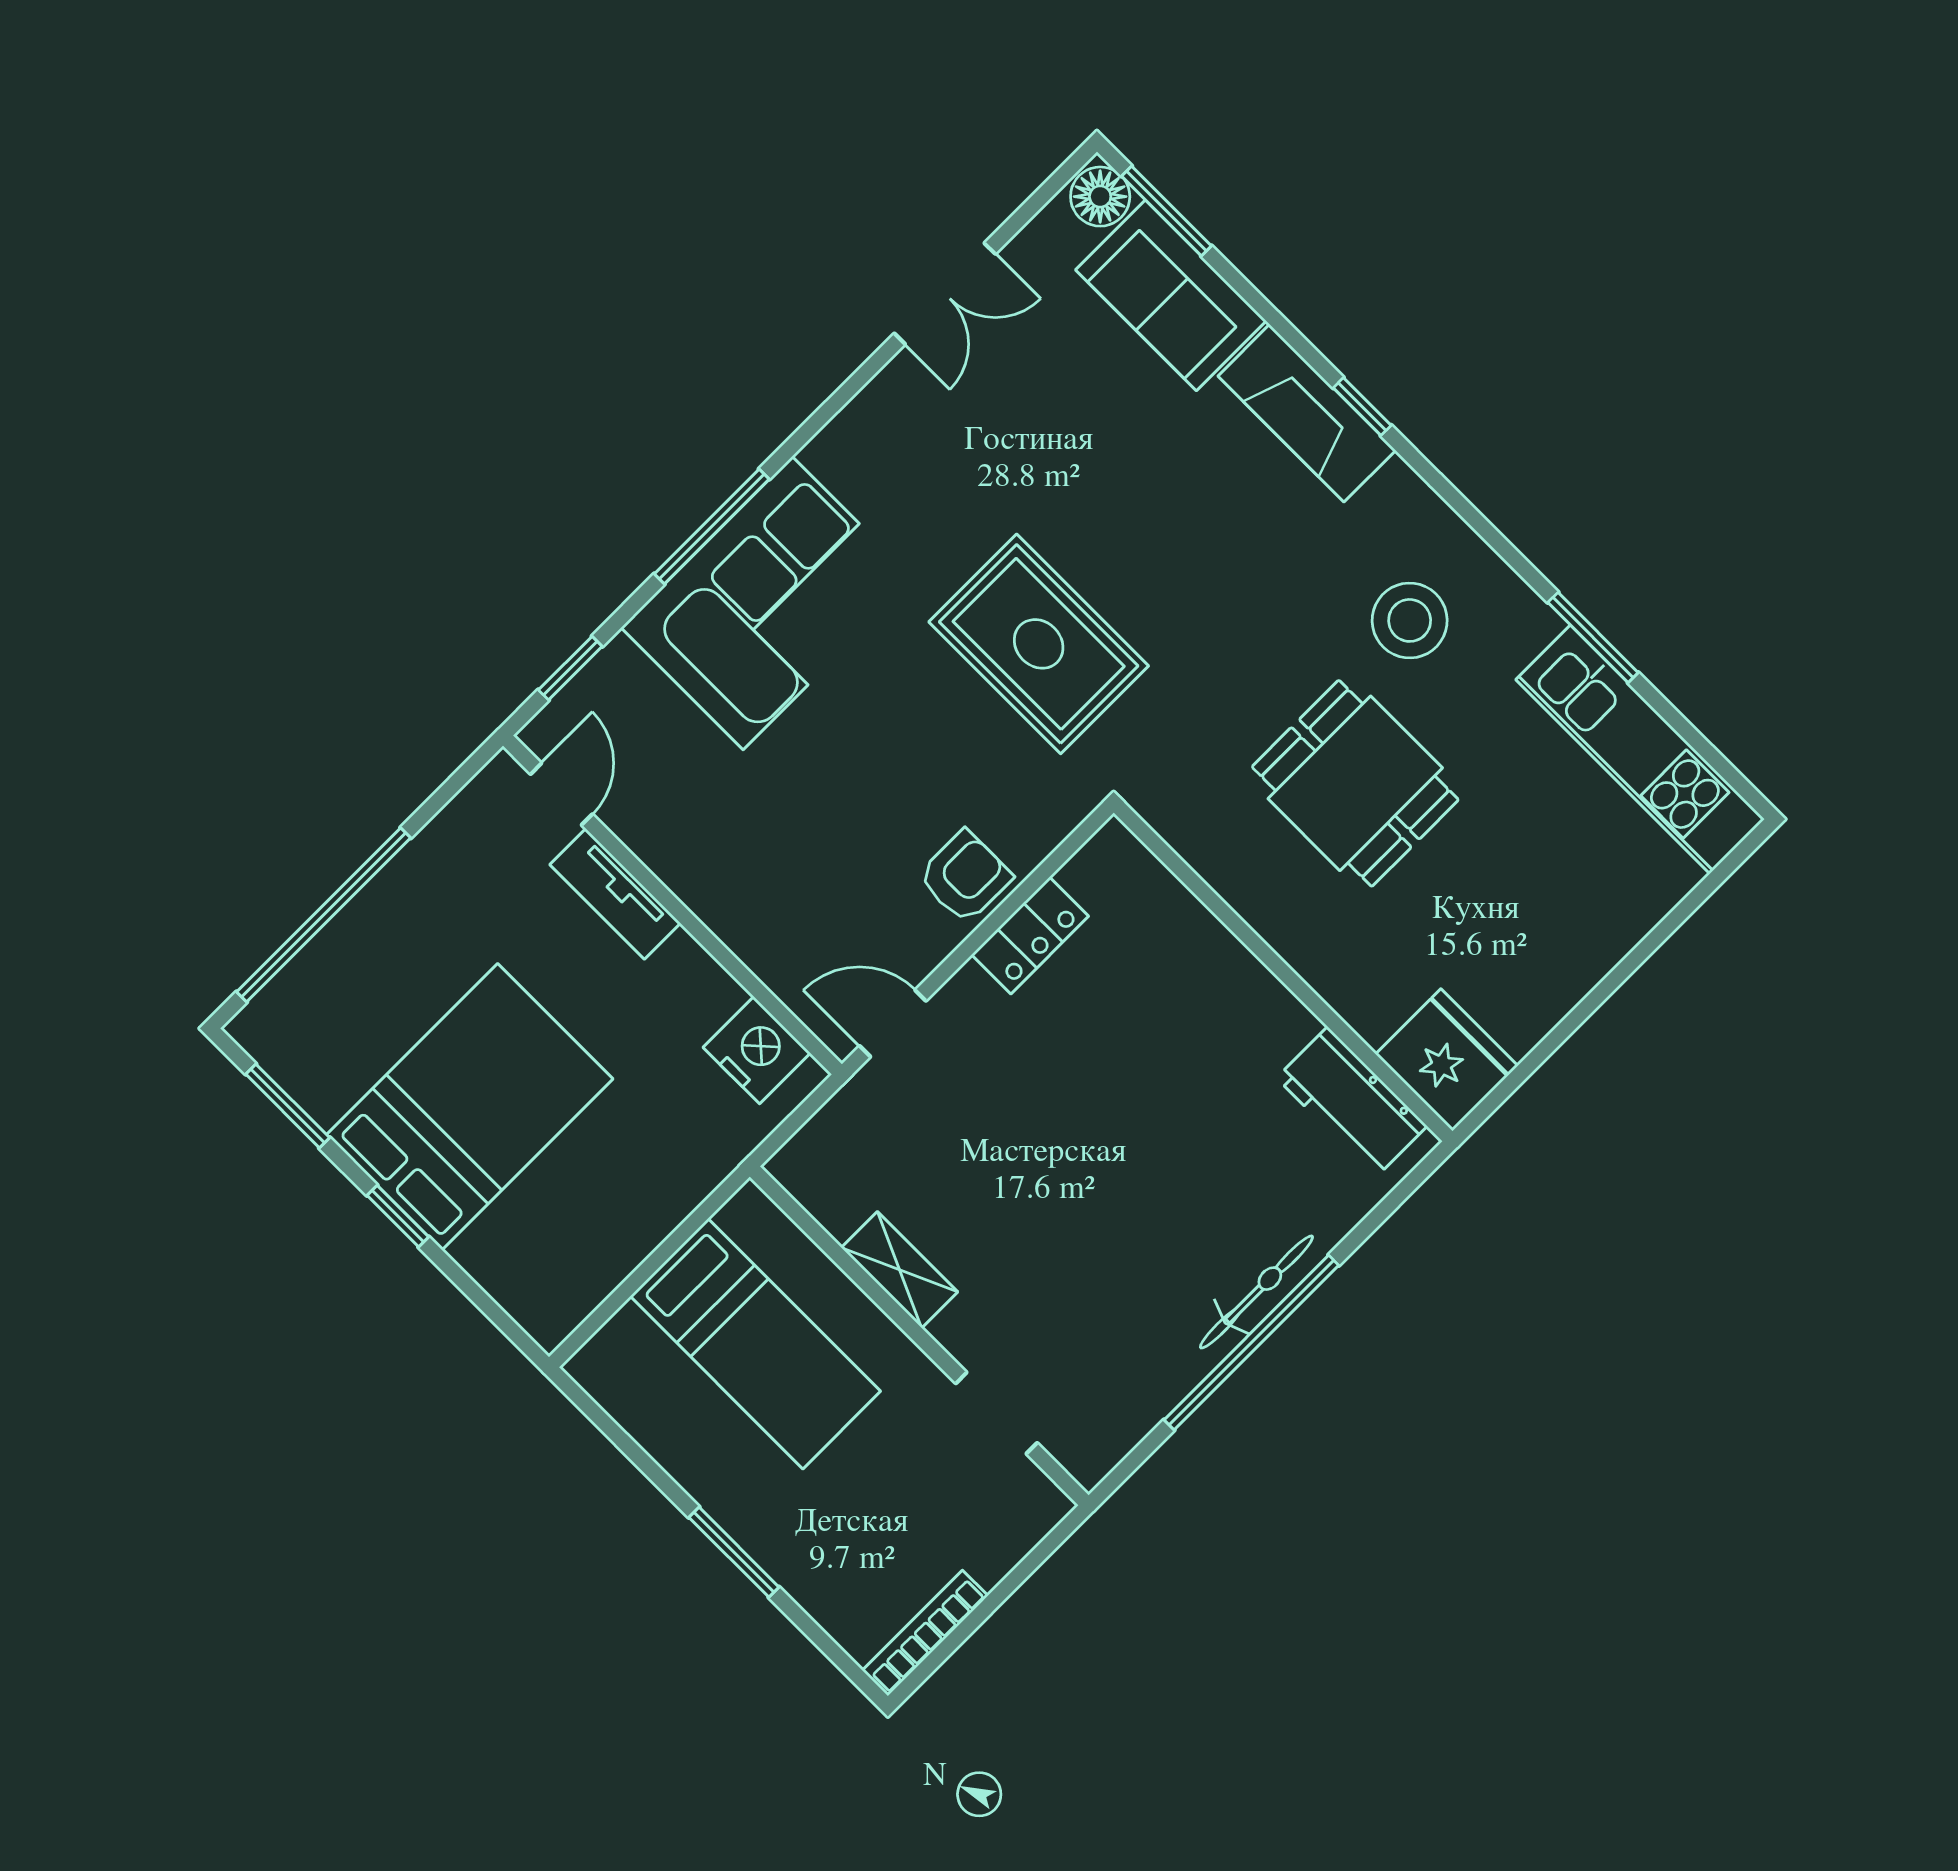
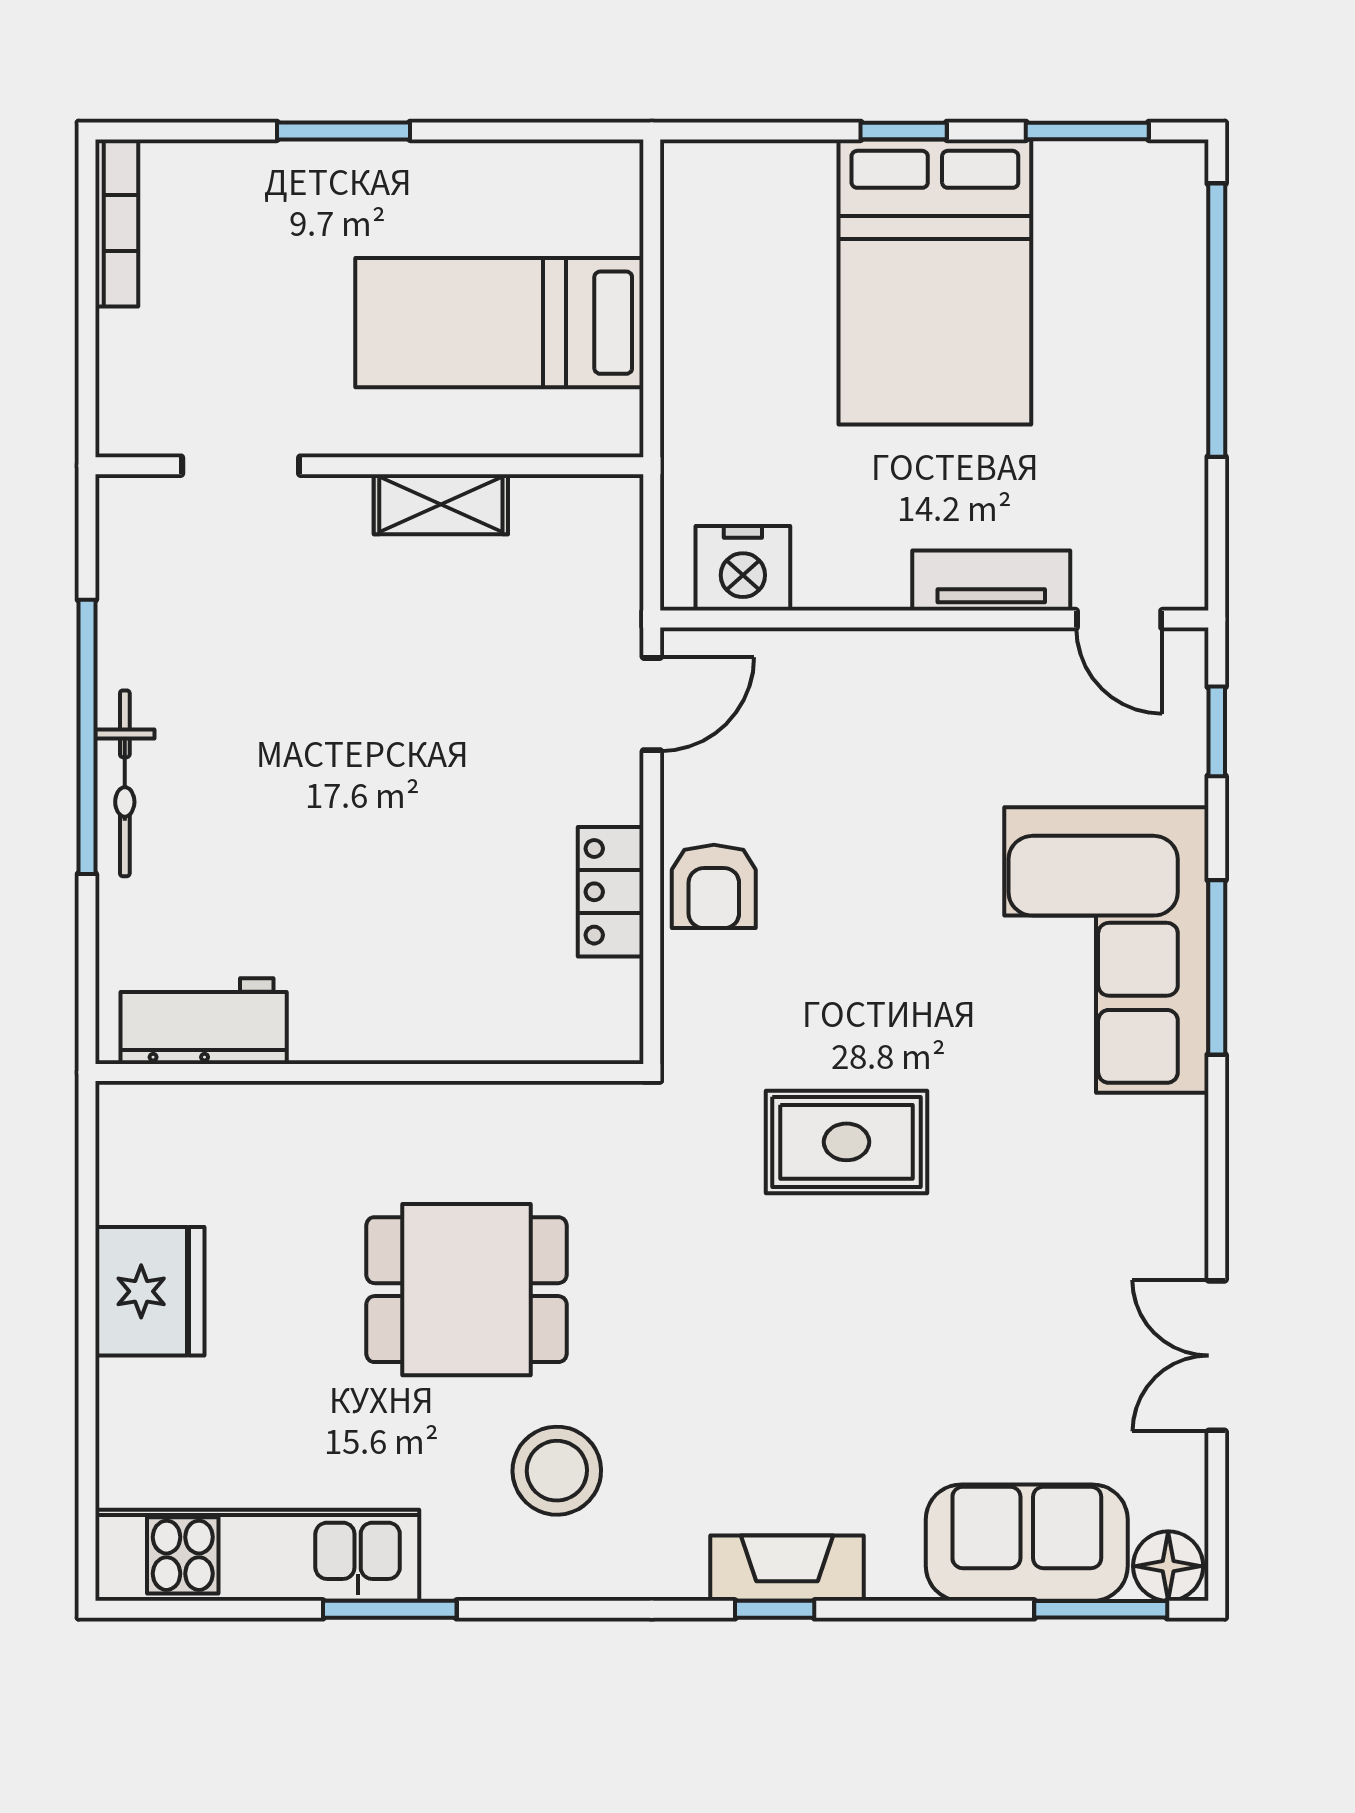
fireplace: (1307, 413) -> (787, 1568), width x0.73, depth x0.76
rug: (1039, 644) -> (846, 1142), width x0.73, depth x0.70
fridge: (1447, 1060) -> (150, 1291), moved, turned -90

